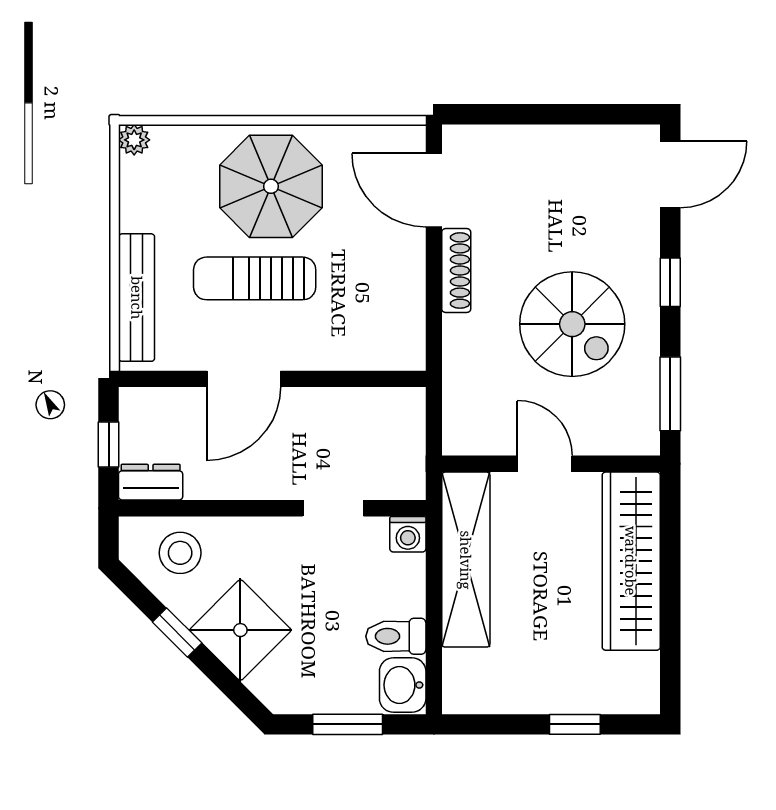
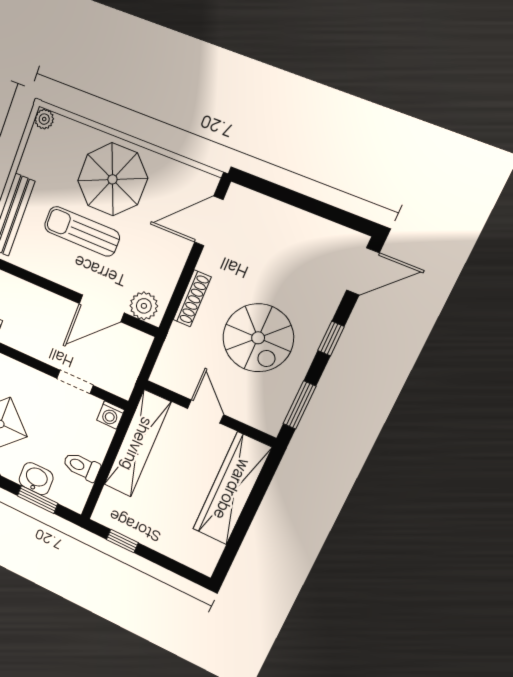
door: (434, 190) -> (209, 221), hinge flipped
shoe rack: (456, 271) -> (192, 298), moved
plant: (391, 348) -> (144, 306), added
door: (244, 379) -> (102, 308), moved
washbasin: (403, 685) -> (36, 479), moved, turned 90
window: (575, 724) -> (122, 541), moved

